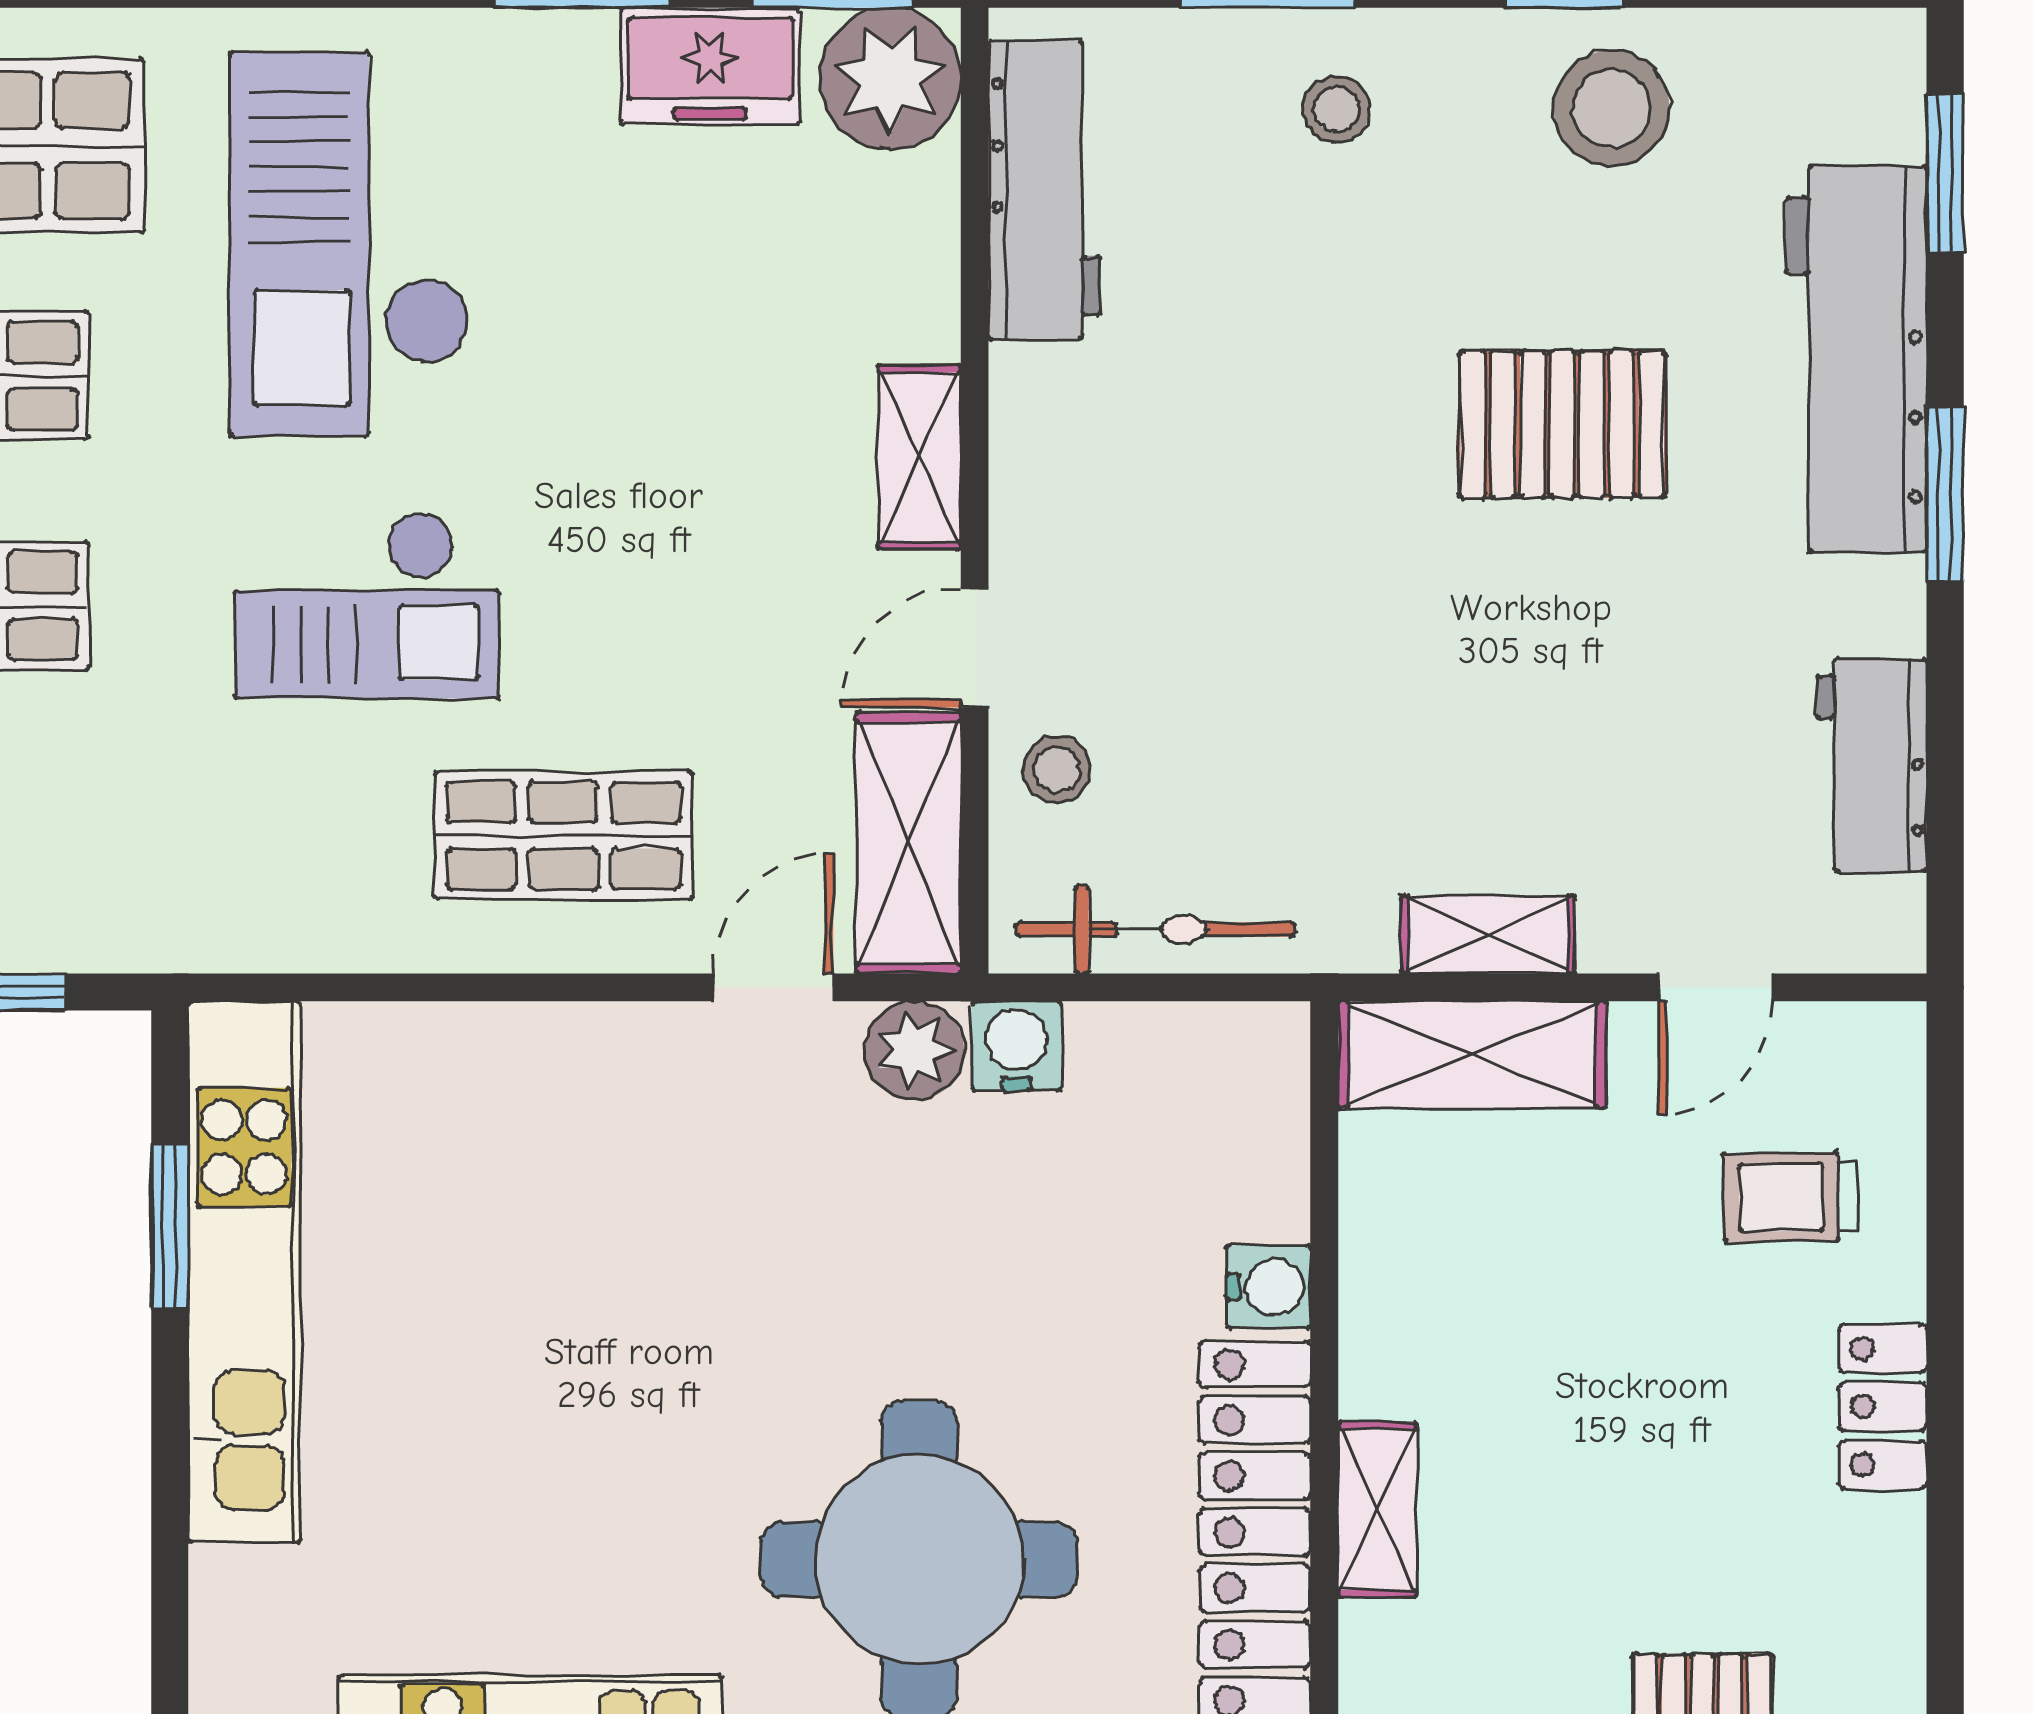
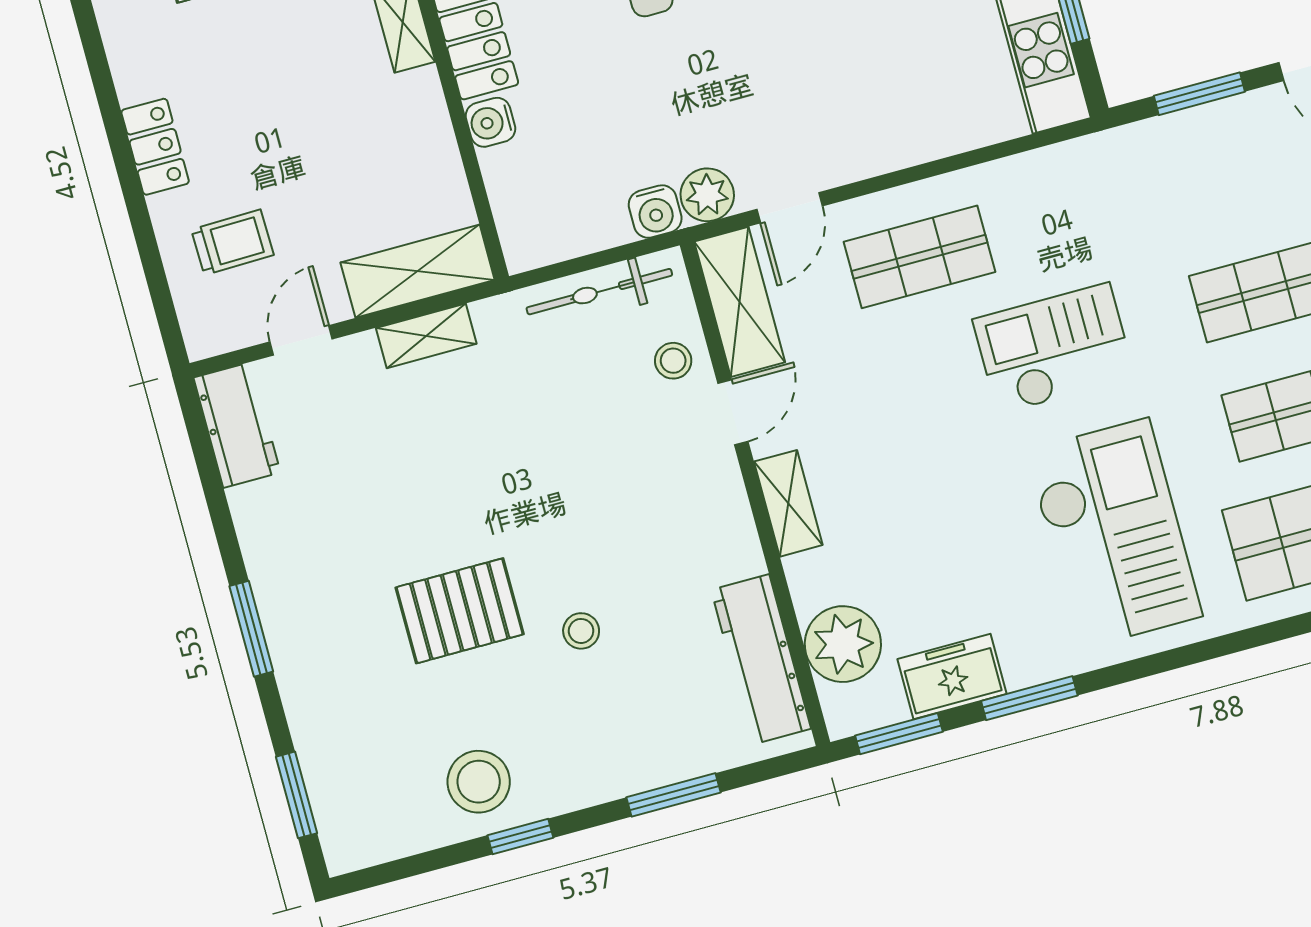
plant: (890, 79) -> (843, 644), moved
stool: (1336, 109) -> (581, 631), moved
workbench: (1856, 359) -> (316, 686), removed
workbench: (1872, 765) -> (237, 425), moved

